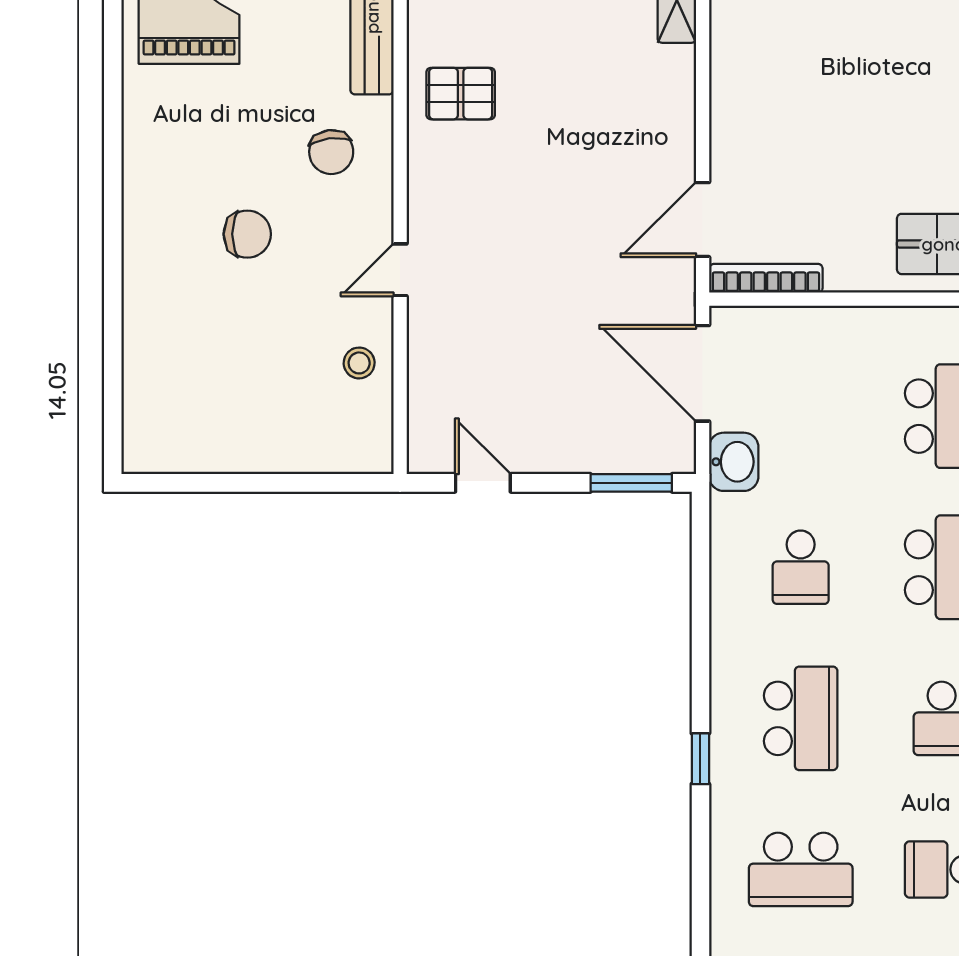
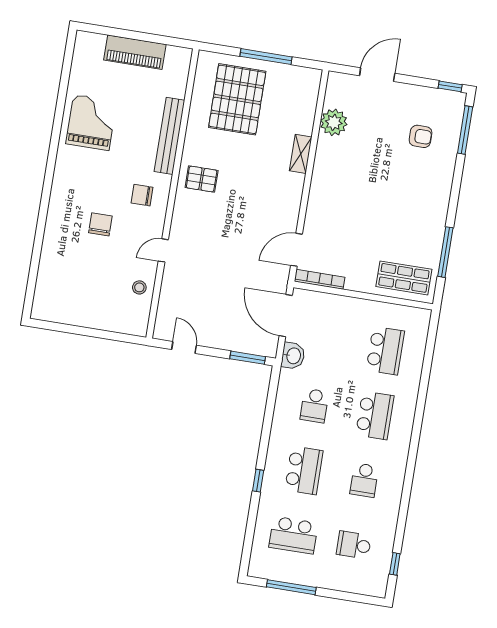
chair: (331, 152) -> (142, 195), turned 97
chair: (247, 234) -> (100, 224), turned -90

